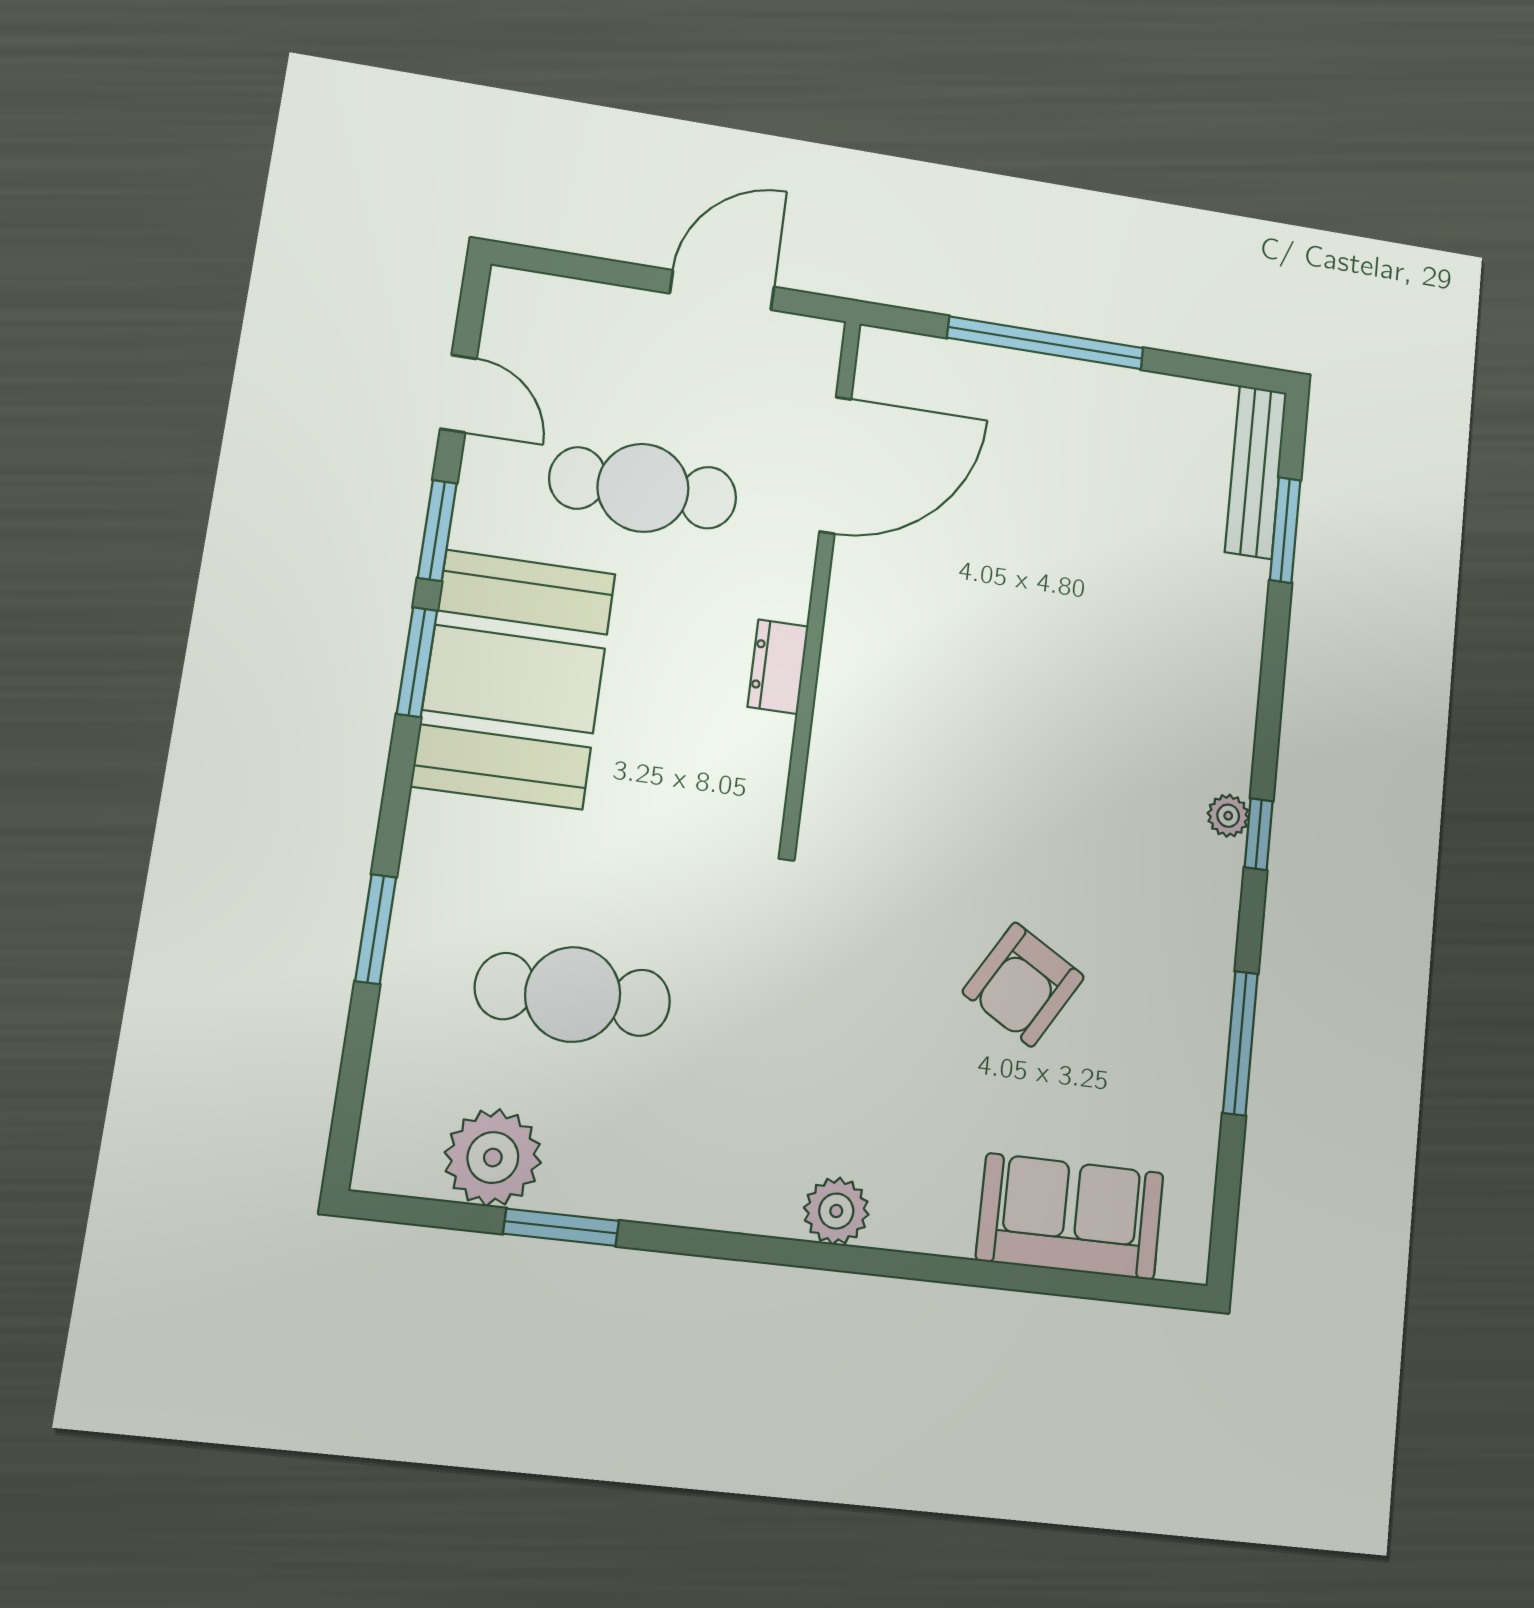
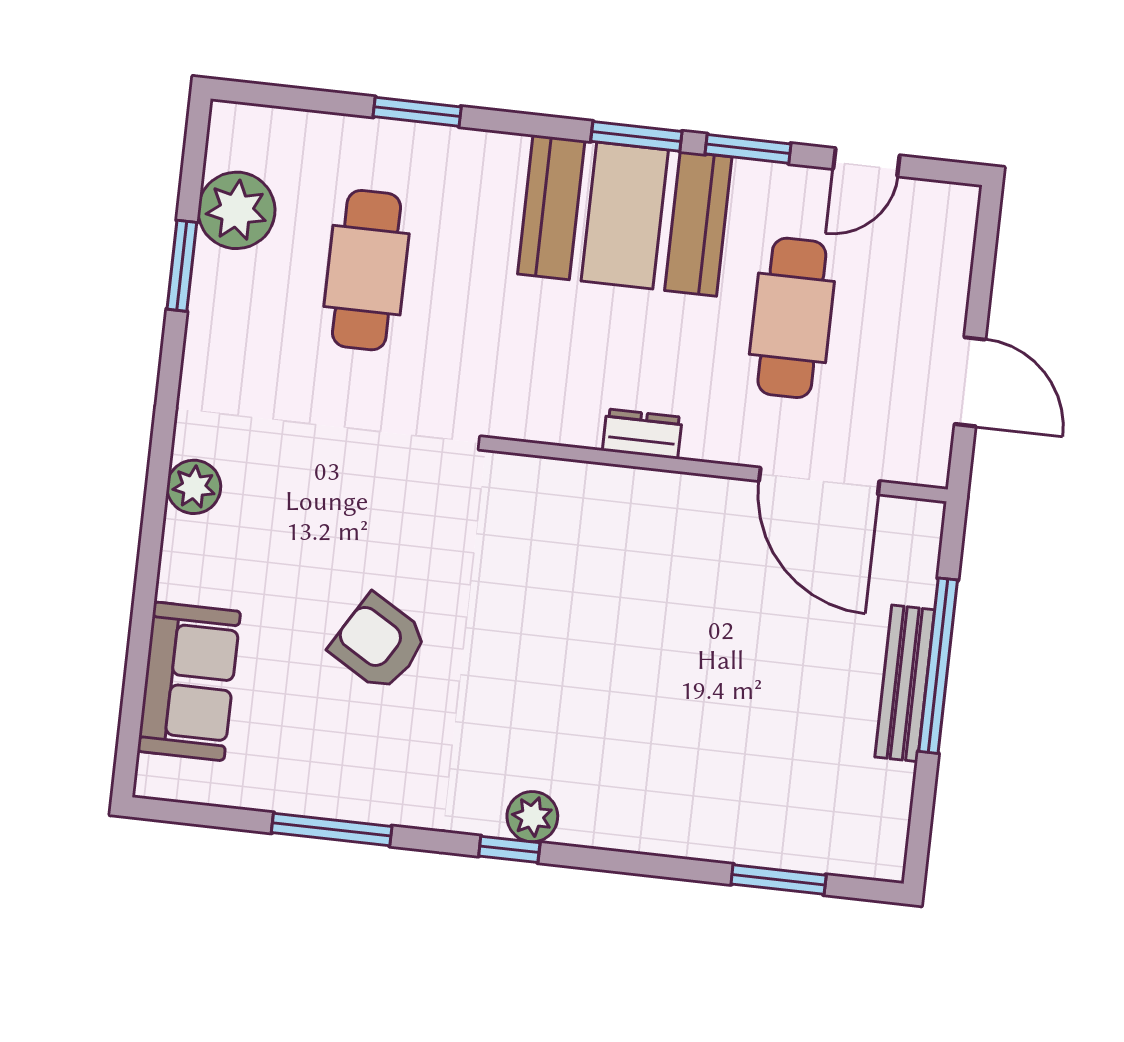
bench: (1256, 472) -> (905, 683), moved, turned 90
plant: (1228, 816) -> (532, 817), width x1.38, depth x1.38

